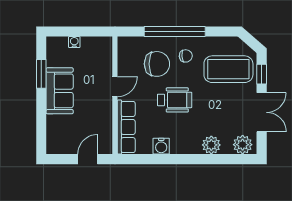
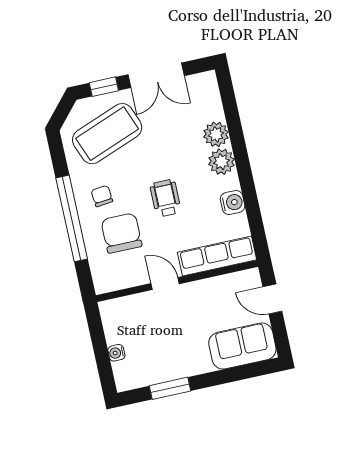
coffee table: (228, 69) -> (107, 134), turned 69
sofa: (60, 91) -> (242, 346), moved
wheelchair: (175, 100) -> (165, 198), width x0.73, depth x0.73
double door: (262, 112) -> (156, 75), swing flipped
plant: (243, 145) -> (222, 162), moved

